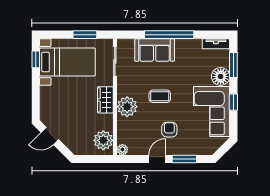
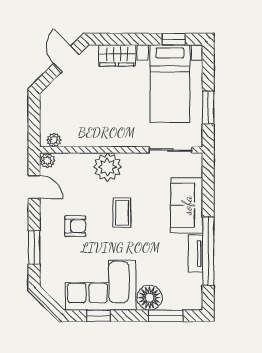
window: (169, 35) -> (208, 251), moved
tv unit: (216, 44) -> (195, 253), moved
wardrobe: (105, 100) -> (117, 55), moved, turned 180
window: (233, 102) -> (99, 316), moved
plant: (103, 140) -> (54, 140), width x0.53, depth x0.53
door: (157, 159) -> (34, 187), moved

